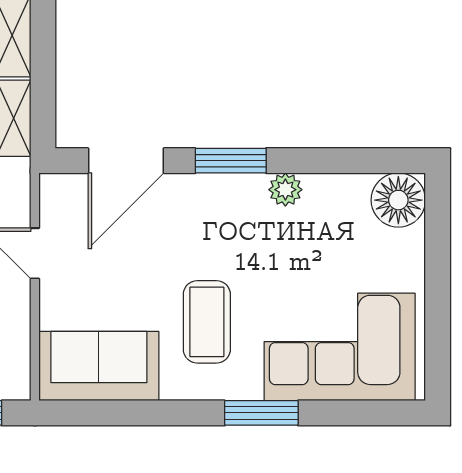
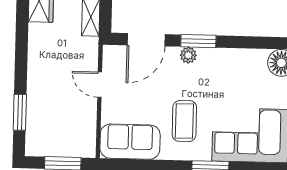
plant: (285, 190) -> (188, 55), moved

